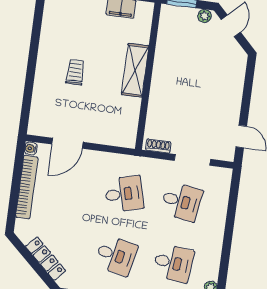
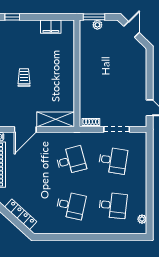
plant: (205, 16) -> (97, 25), moved
shelving: (135, 70) -> (56, 119), moved, turned 90

